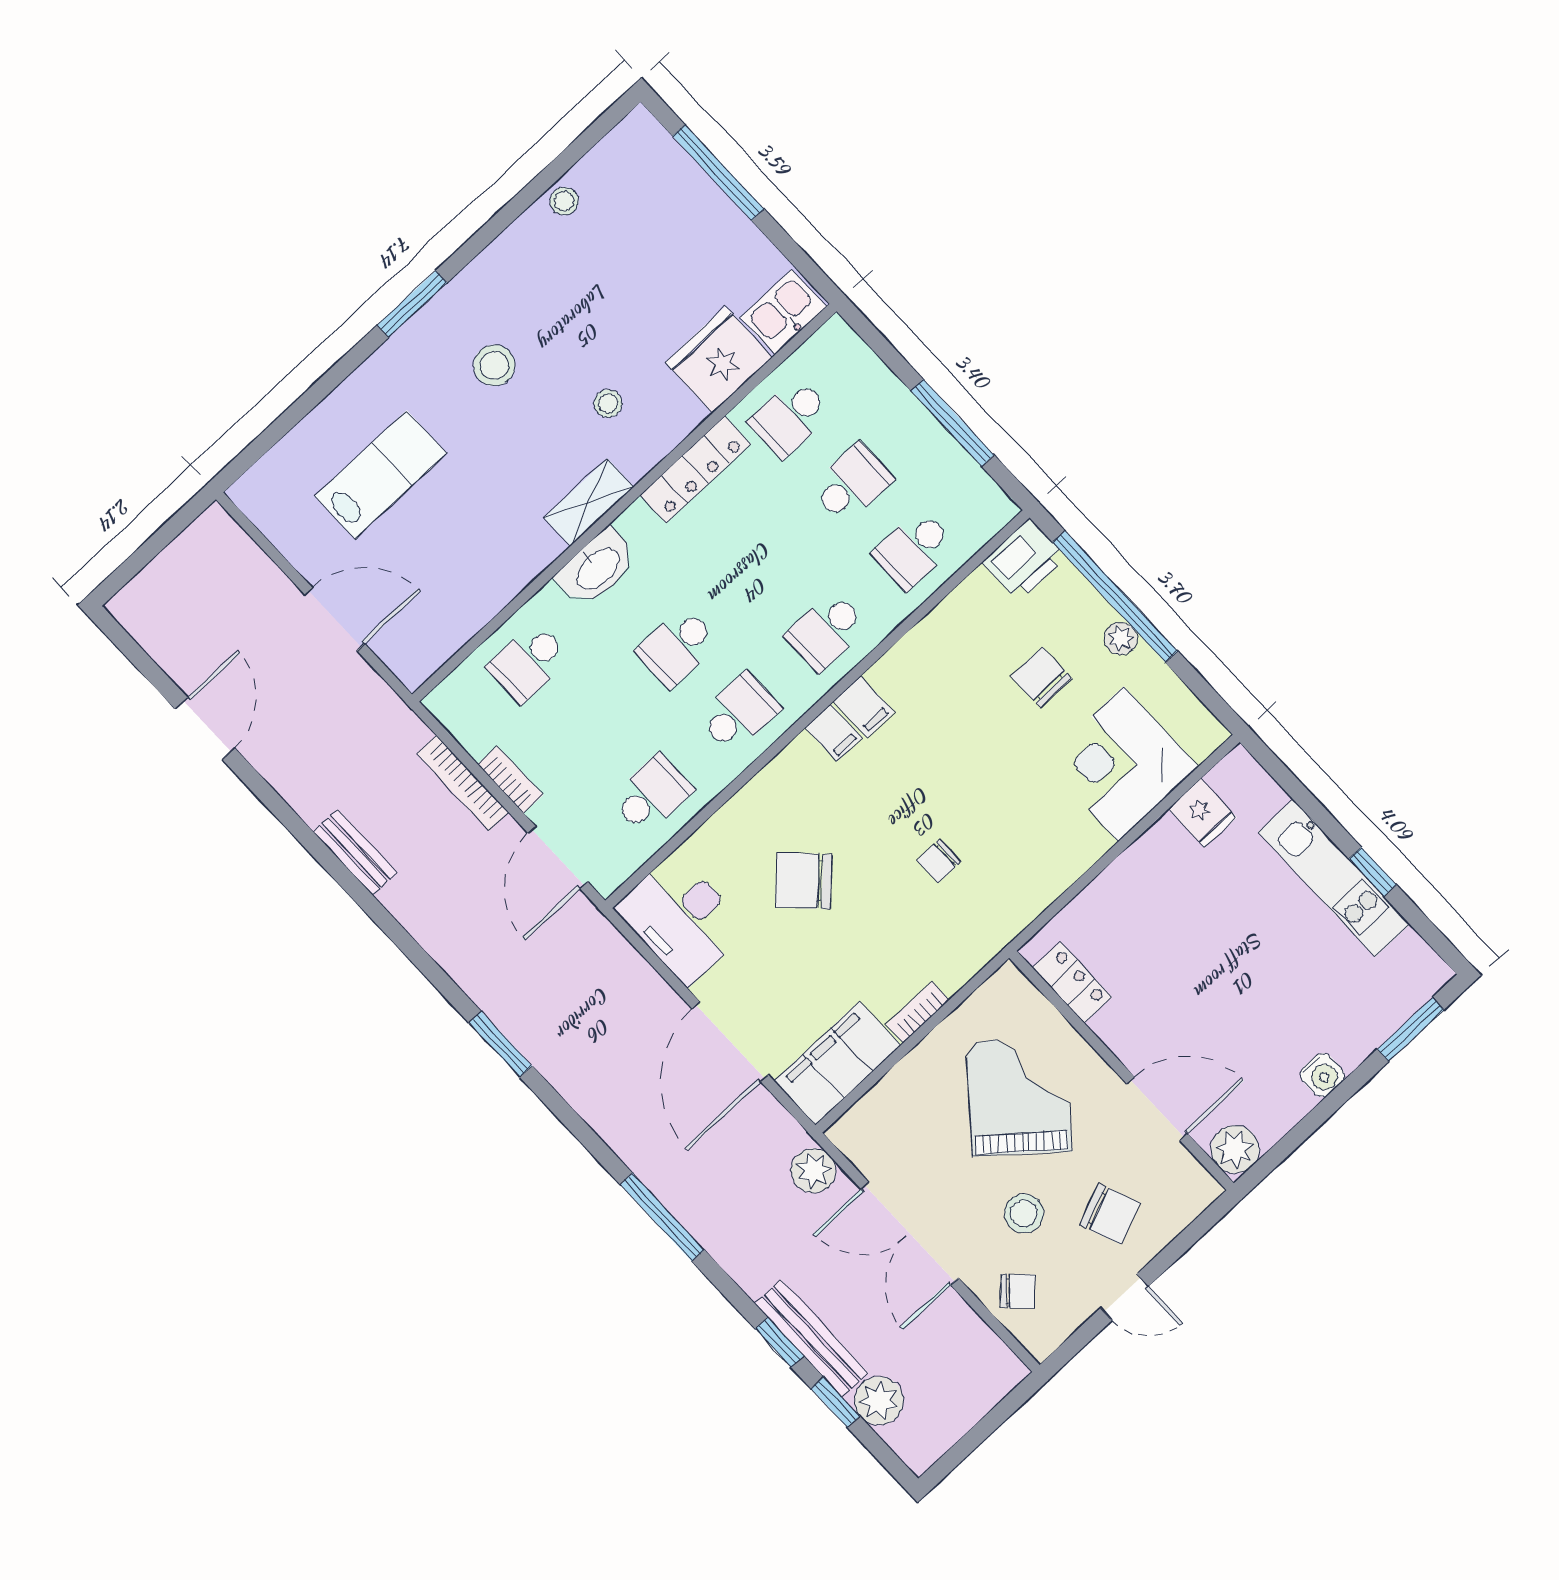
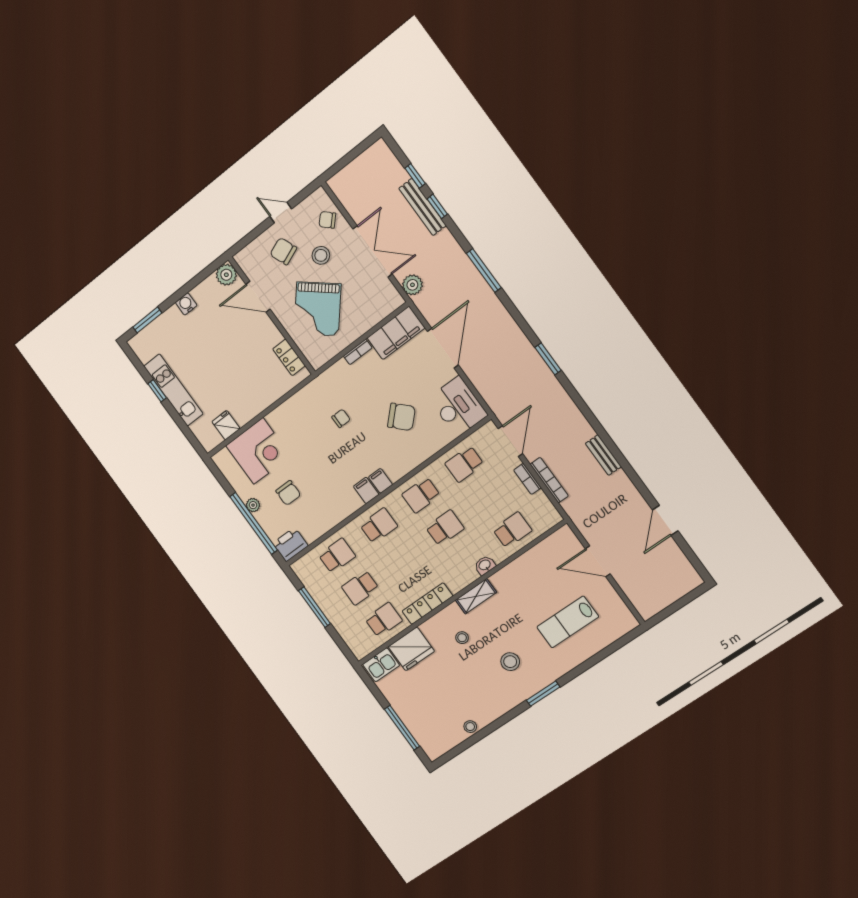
washbasin: (597, 568) -> (485, 565), width x0.52, depth x0.69
plant: (879, 1401) -> (395, 175), removed

